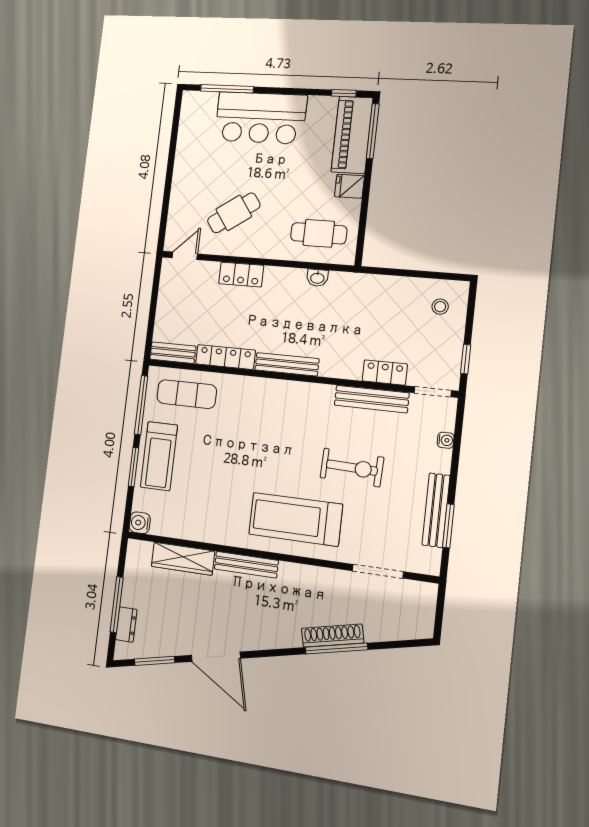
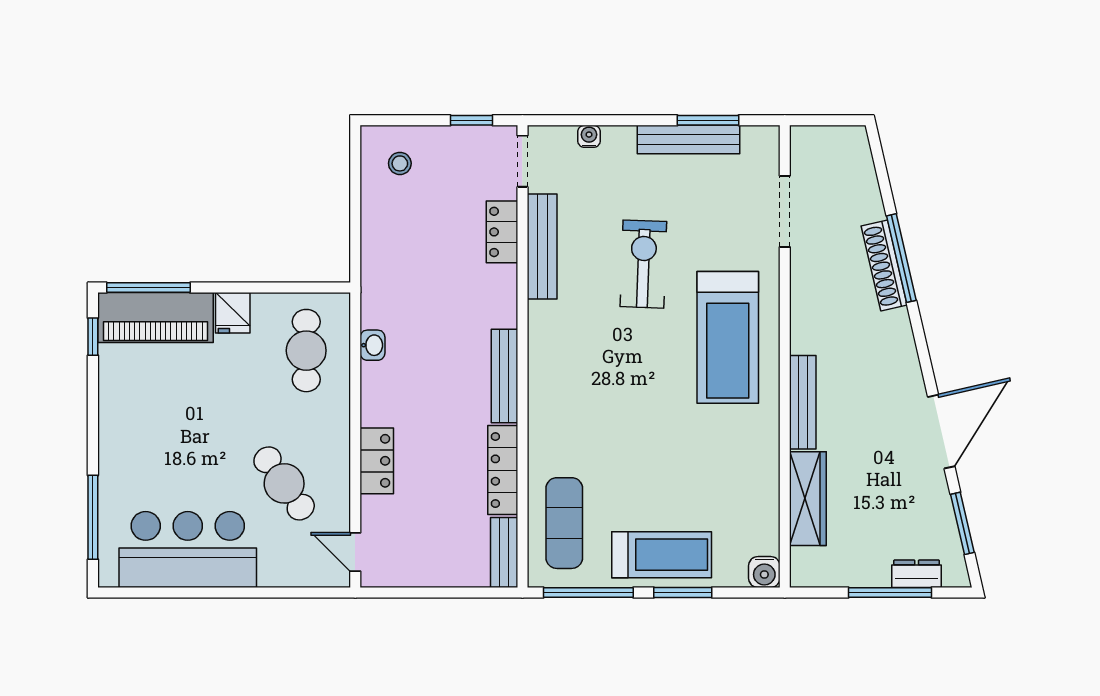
bar counter: (260, 118) -> (188, 550), moved, turned -90

